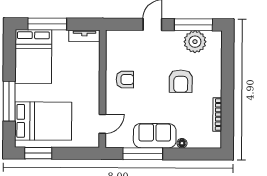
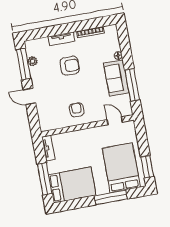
plant: (195, 42) -> (32, 61), width x0.53, depth x0.53
tv unit: (216, 77) -> (62, 39), added

